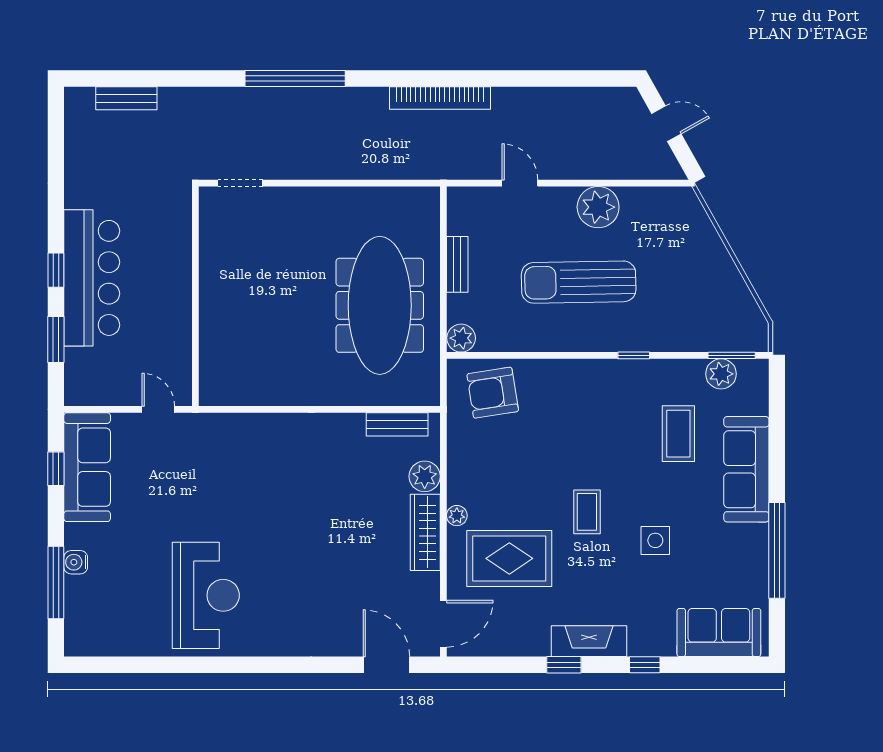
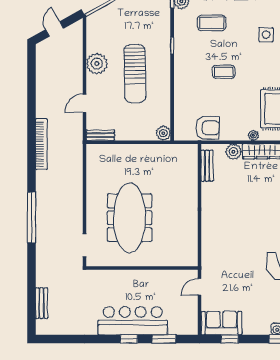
bench: (457, 264) -> (100, 135), moved
meeting table: (380, 305) -> (130, 218), moved, turned 90
armchair: (493, 393) -> (208, 128), moved, turned -81
sofa: (87, 467) -> (221, 323), width x0.73
coffee table: (587, 512) -> (224, 72), moved

